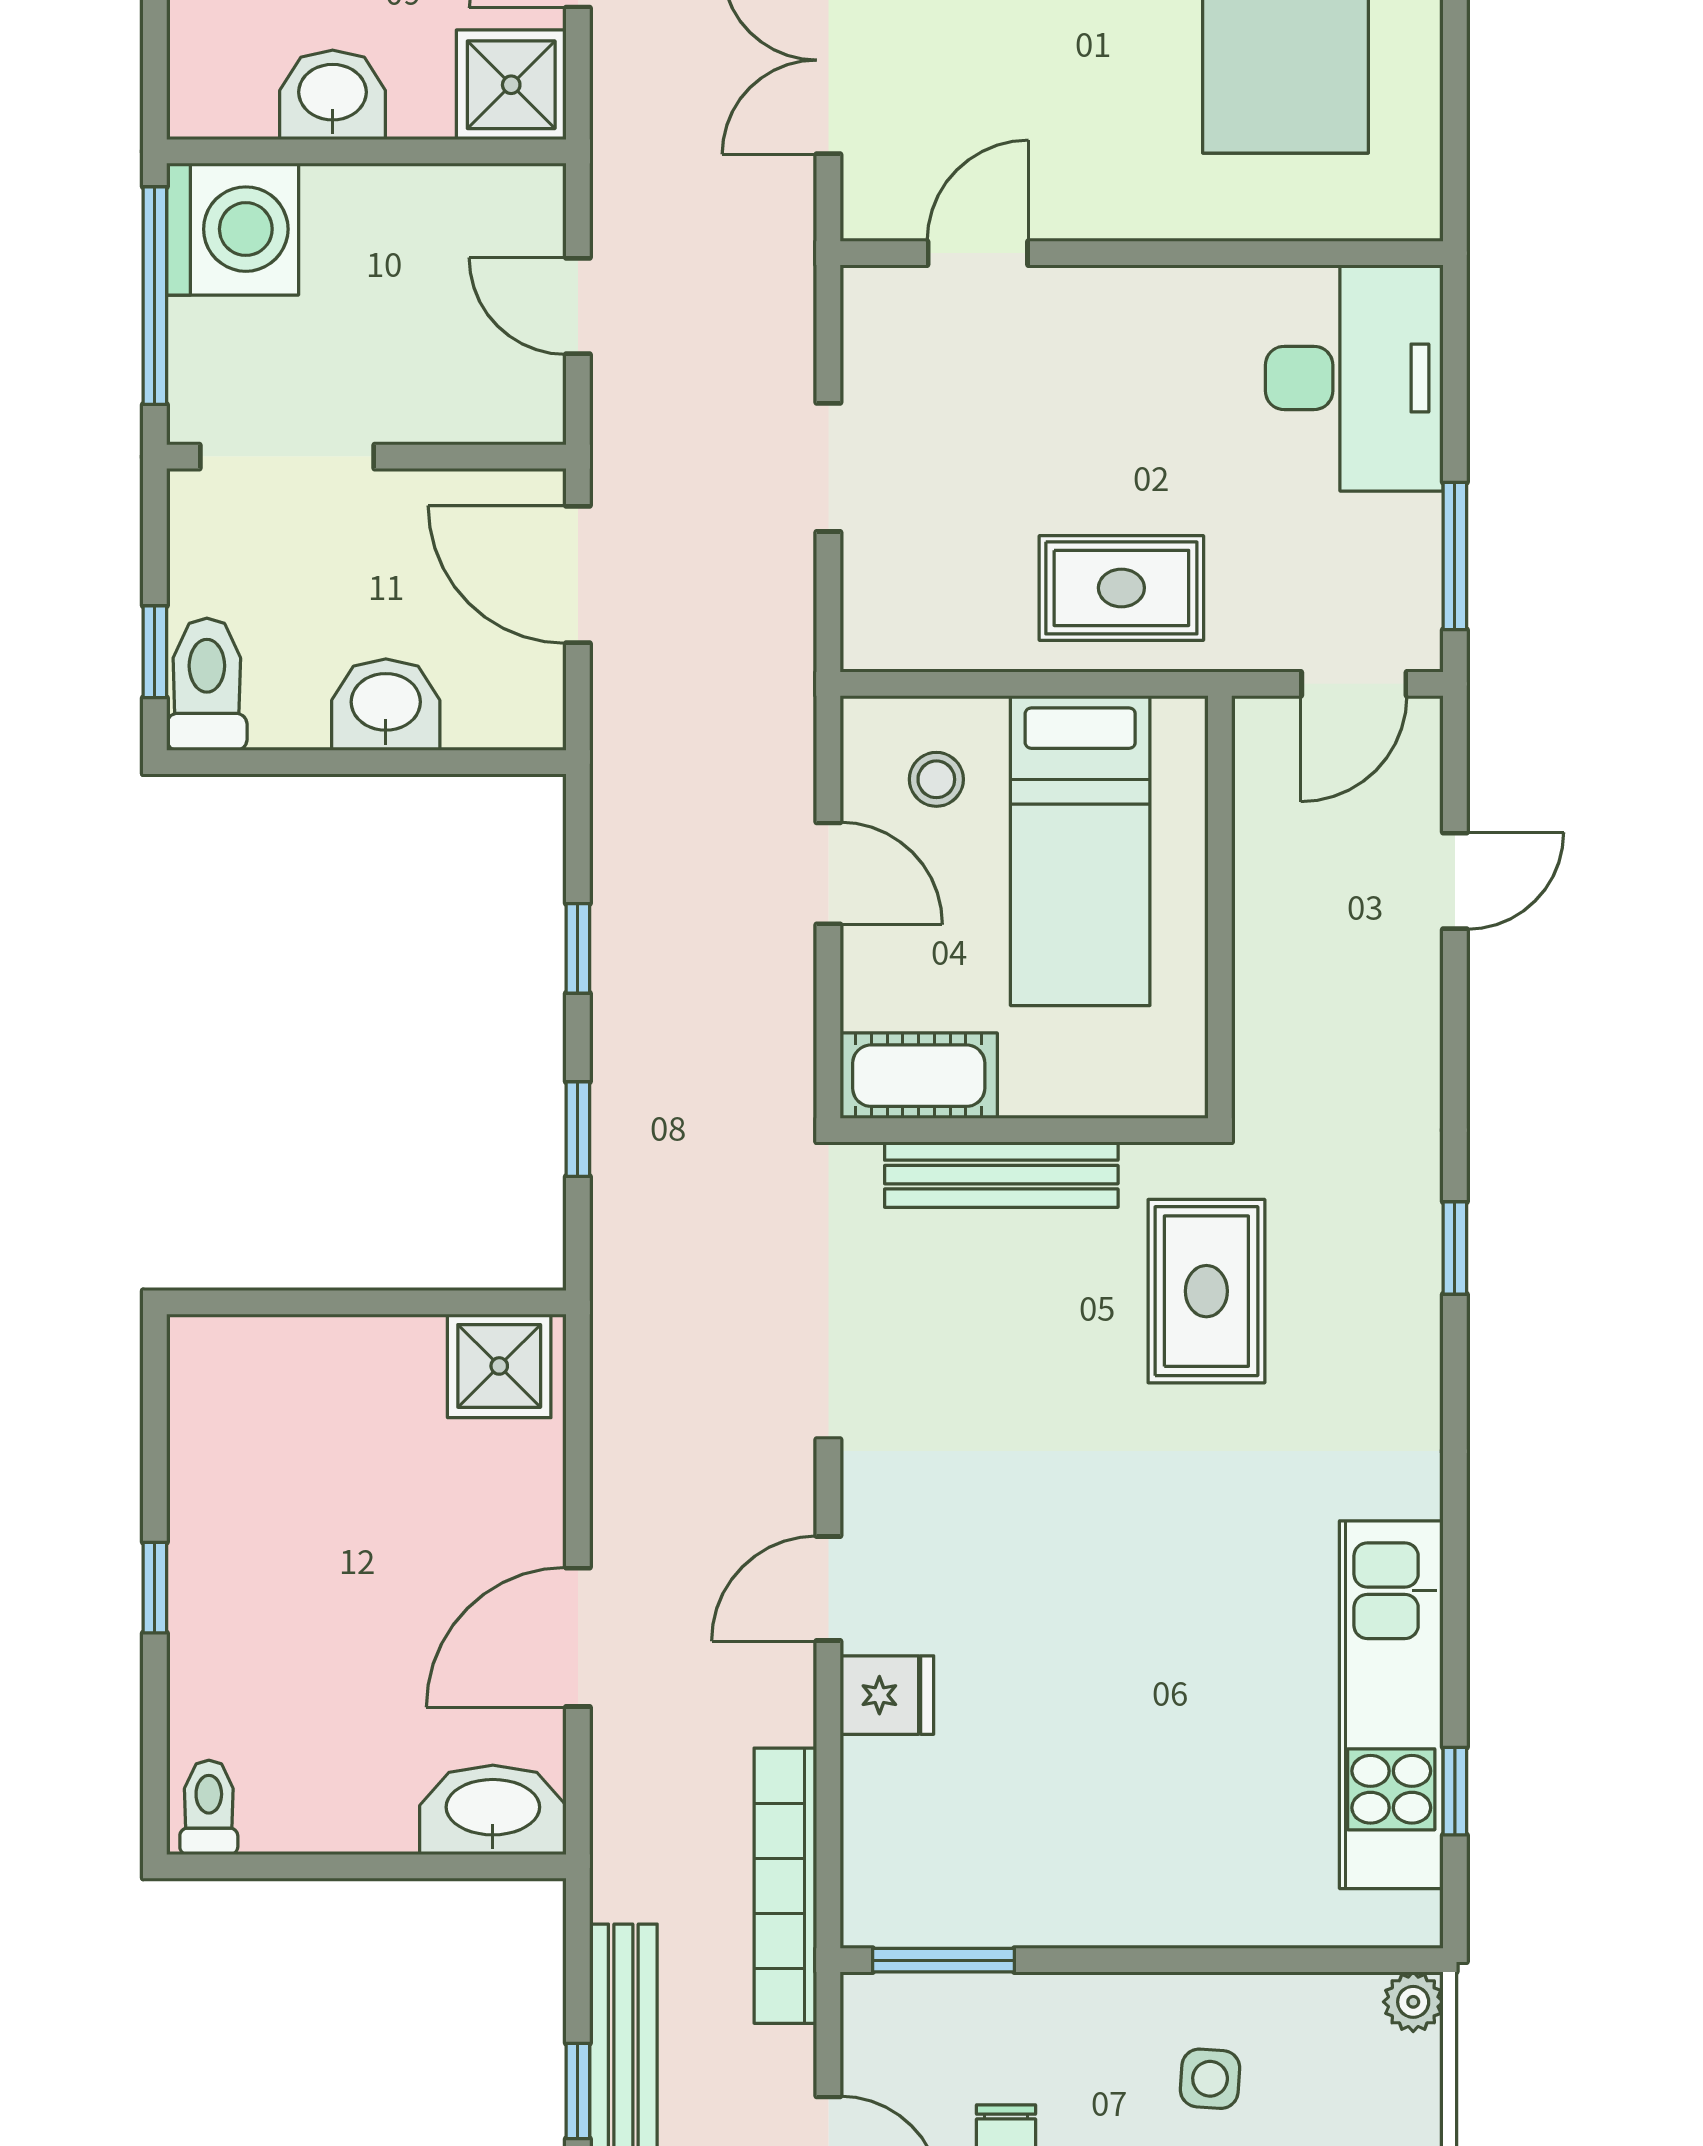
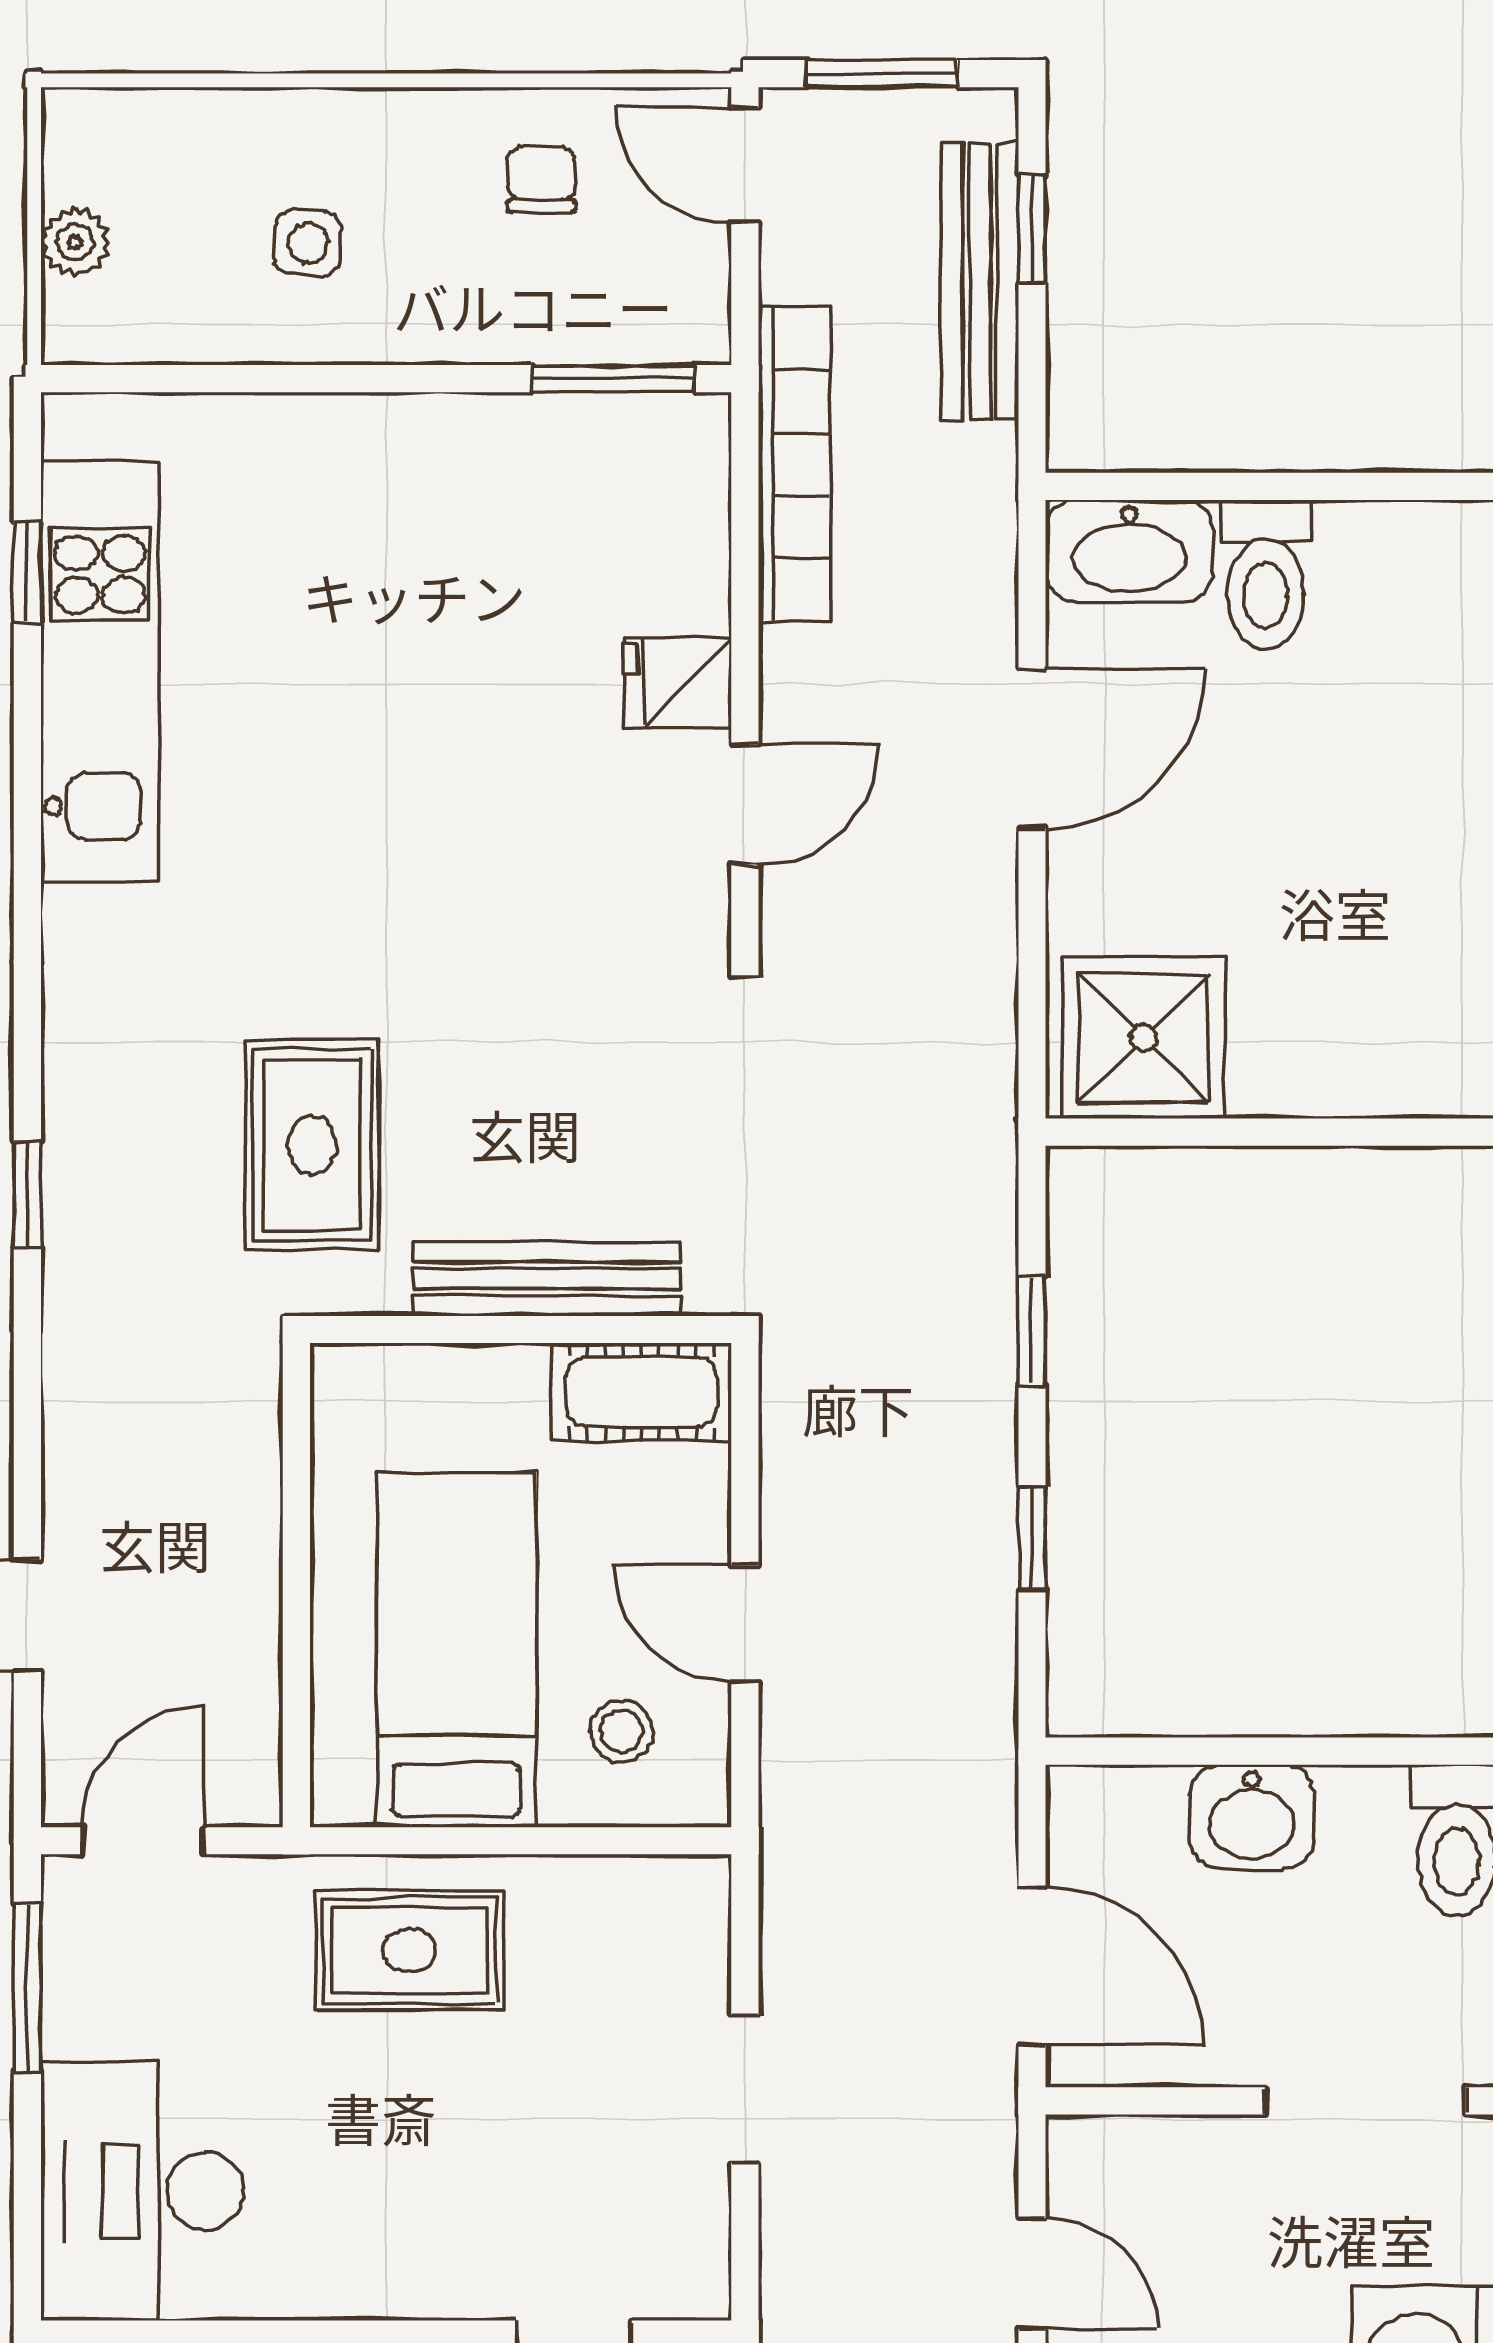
shower: (499, 1366) -> (1144, 1038), width x1.36, depth x1.36
toilet: (209, 1807) -> (1266, 575), moved, width x1.37, depth x1.39
plant: (1413, 2002) -> (75, 242), moved

